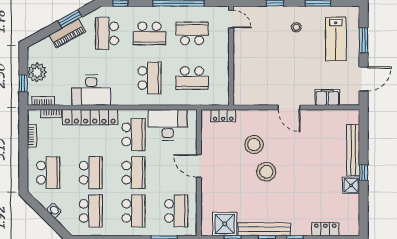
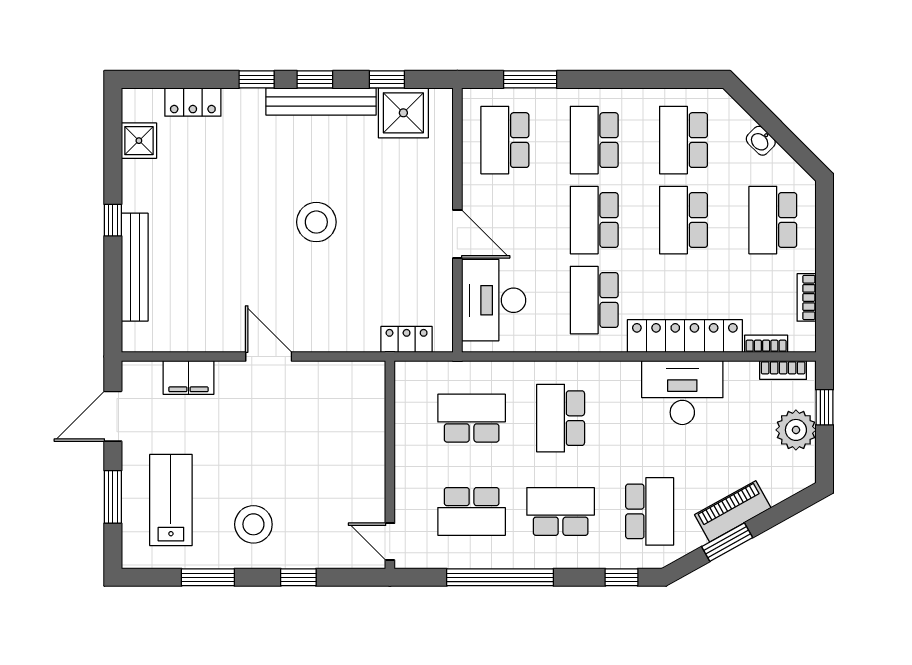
stool: (296, 27) -> (253, 524), width x1.89, depth x1.89
desk: (168, 125) -> (494, 300), moved, turned 90
stool: (254, 145) -> (342, 279), removed
shower: (351, 185) -> (139, 141), moved

